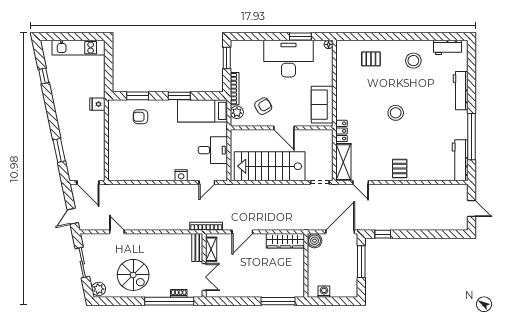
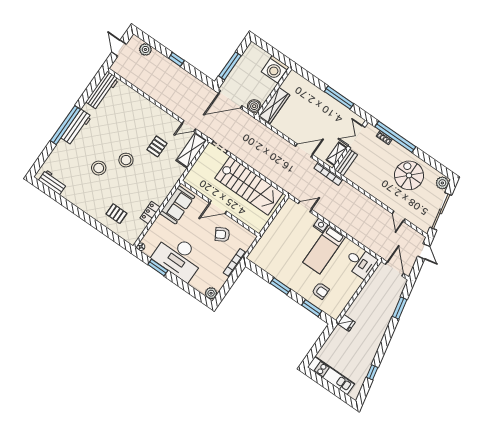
window: (227, 58) -> (225, 290), removed
stool: (413, 61) -> (99, 168), moved
workbench: (461, 91) -> (76, 127), moved
bed: (203, 111) -> (324, 250), moved, turned 90
plant: (237, 112) -> (211, 293), moved
door: (284, 128) -> (218, 207), swing flipped
locker: (341, 131) -> (150, 213), moved
window: (472, 137) -> (65, 125), moved
desk: (213, 150) -> (360, 262), moved, turned 180
pallet: (400, 169) -> (157, 146), moved
door: (361, 182) -> (189, 126), swing flipped
door: (73, 216) -> (424, 251), hinge flipped
plant: (447, 224) -> (145, 49), added
window: (383, 234) -> (176, 59), moved
wardrobe: (285, 241) -> (274, 105), moved, turned 90
sliding door: (82, 263) -> (441, 211), width x1.37
washing machine: (324, 292) -> (275, 69), width x1.89, depth x1.89
window: (278, 301) -> (339, 98), moved

